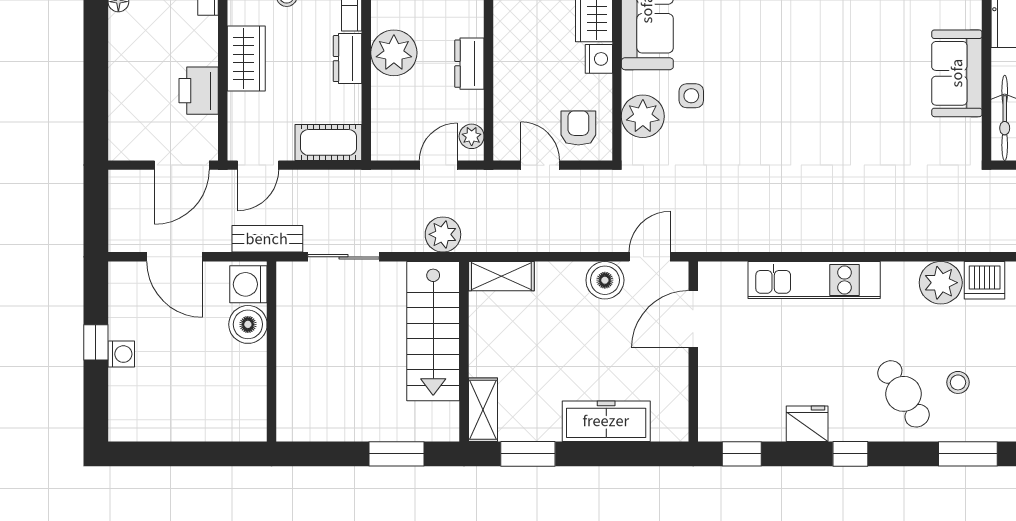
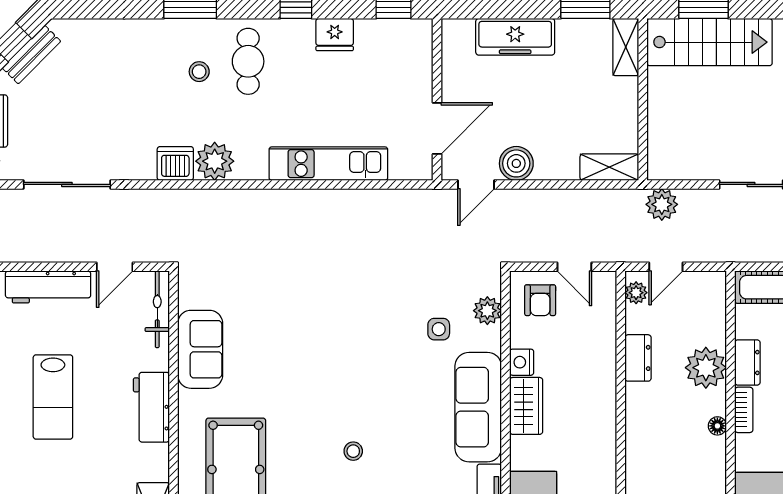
plant: (643, 116) -> (487, 311), width x0.73, depth x0.73
stairs: (433, 331) -> (710, 42), moved, turned 90
cafe table: (903, 394) -> (248, 61), turned 32

